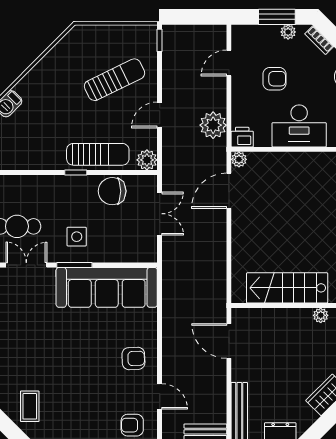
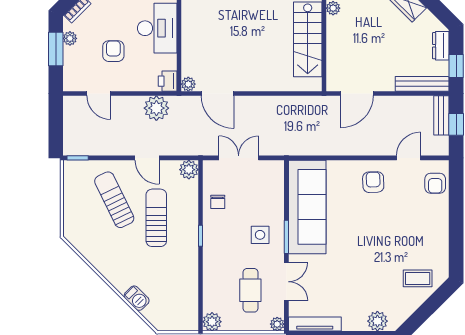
sun lounger: (98, 154) -> (156, 218), moved
chair: (112, 191) -> (218, 202), width x0.54, depth x0.54
double door: (26, 265) -> (286, 282), swing flipped

